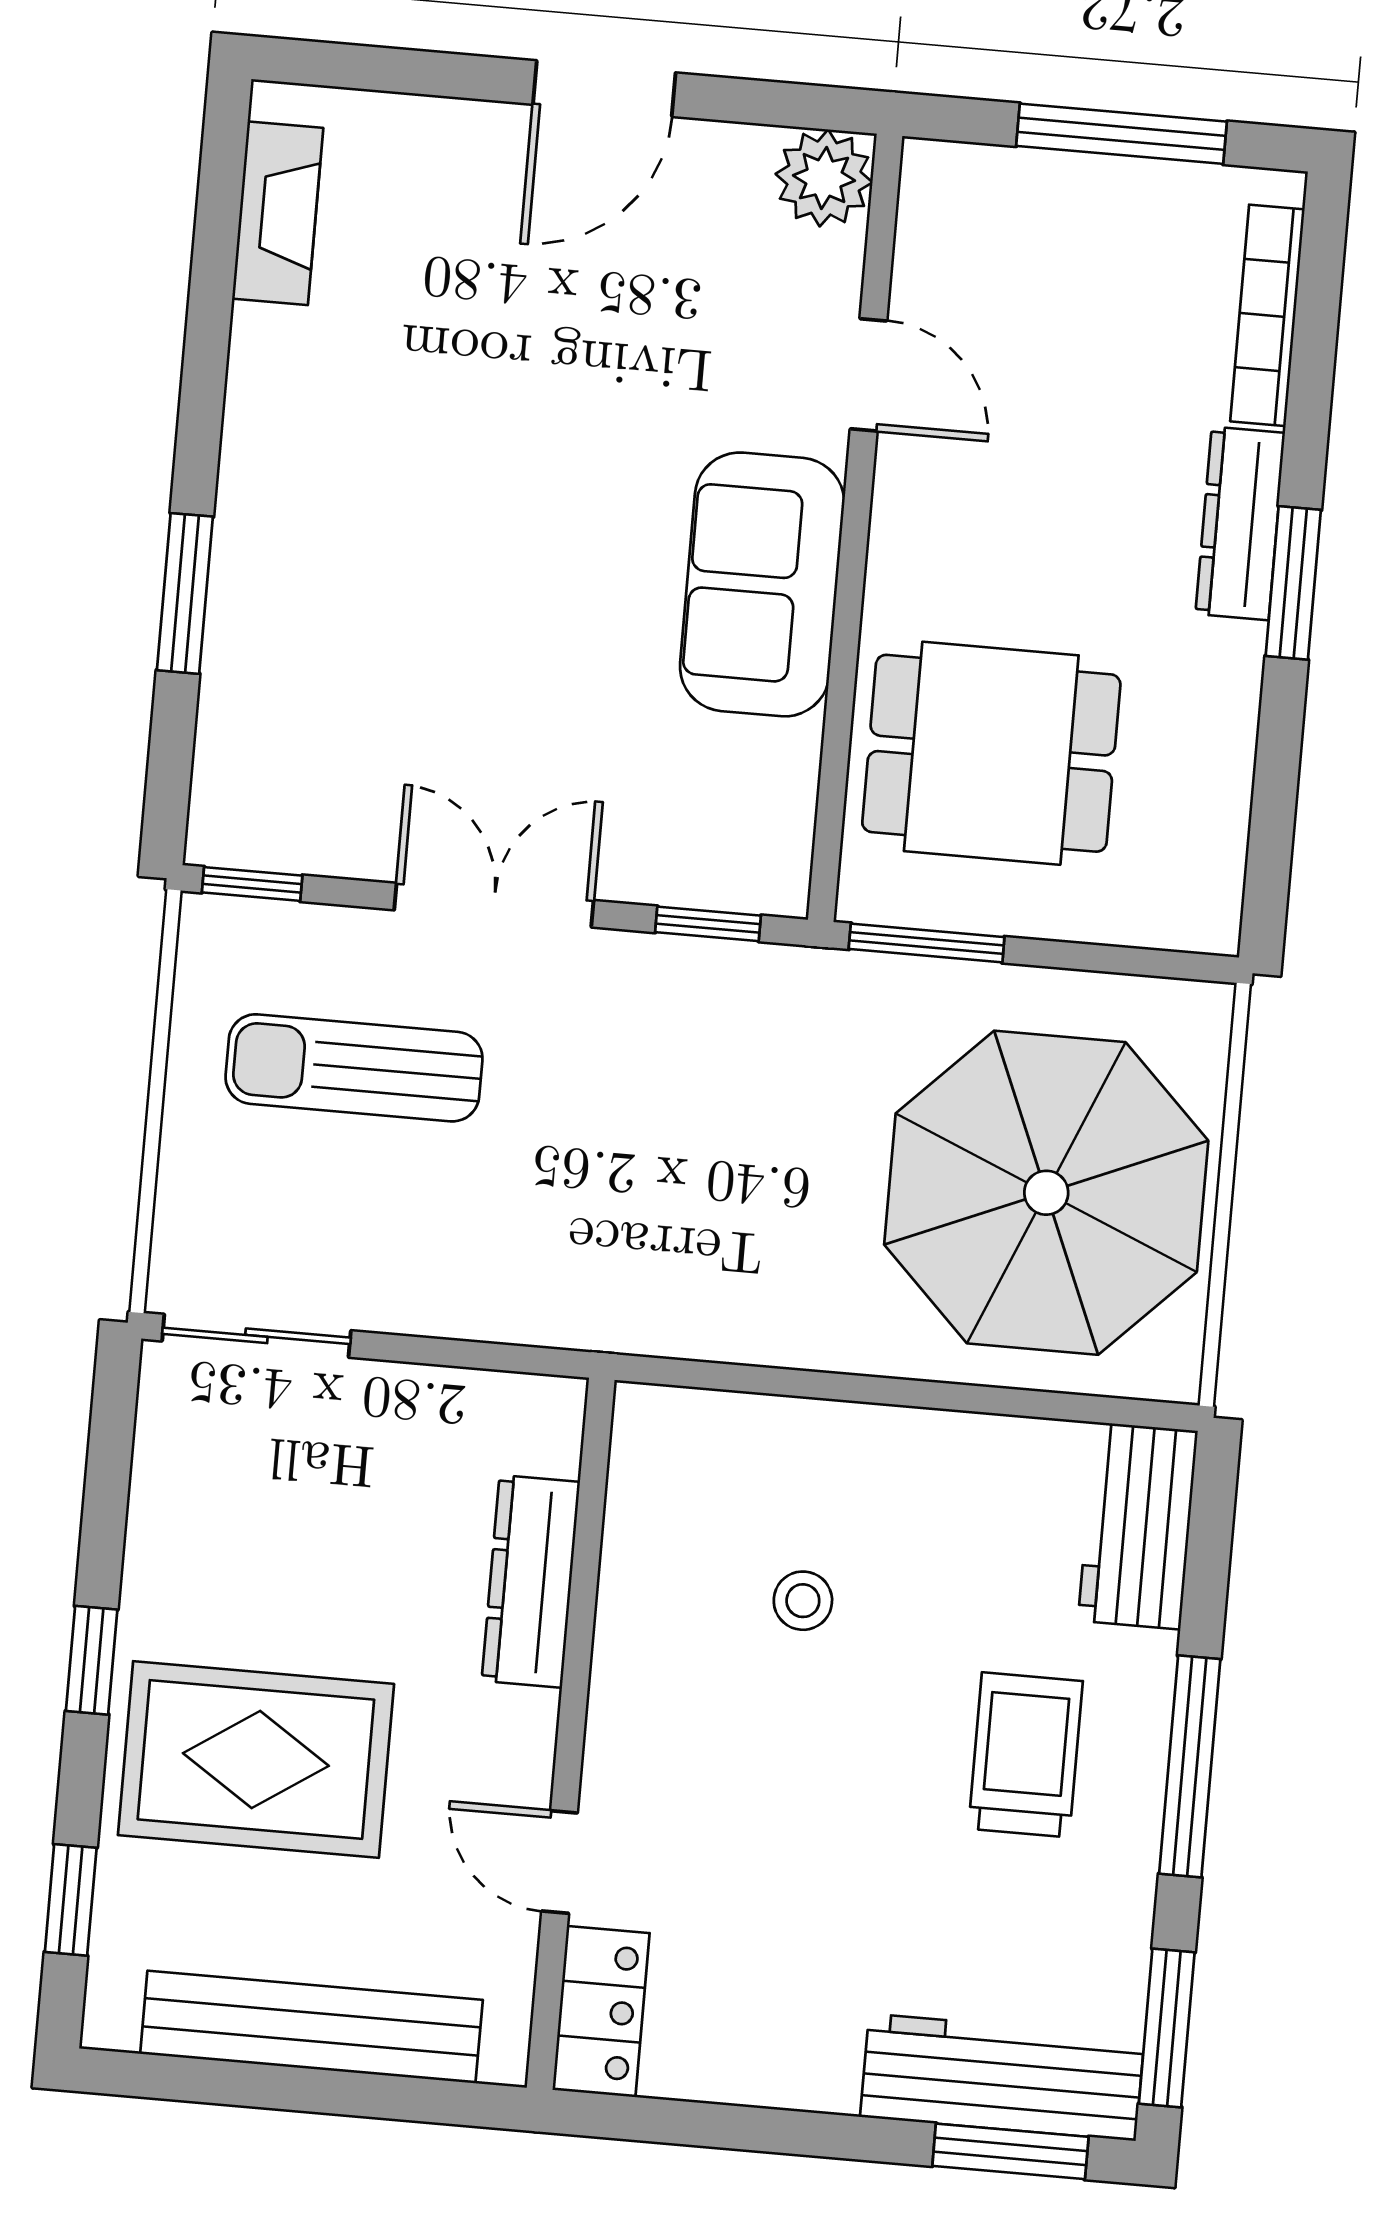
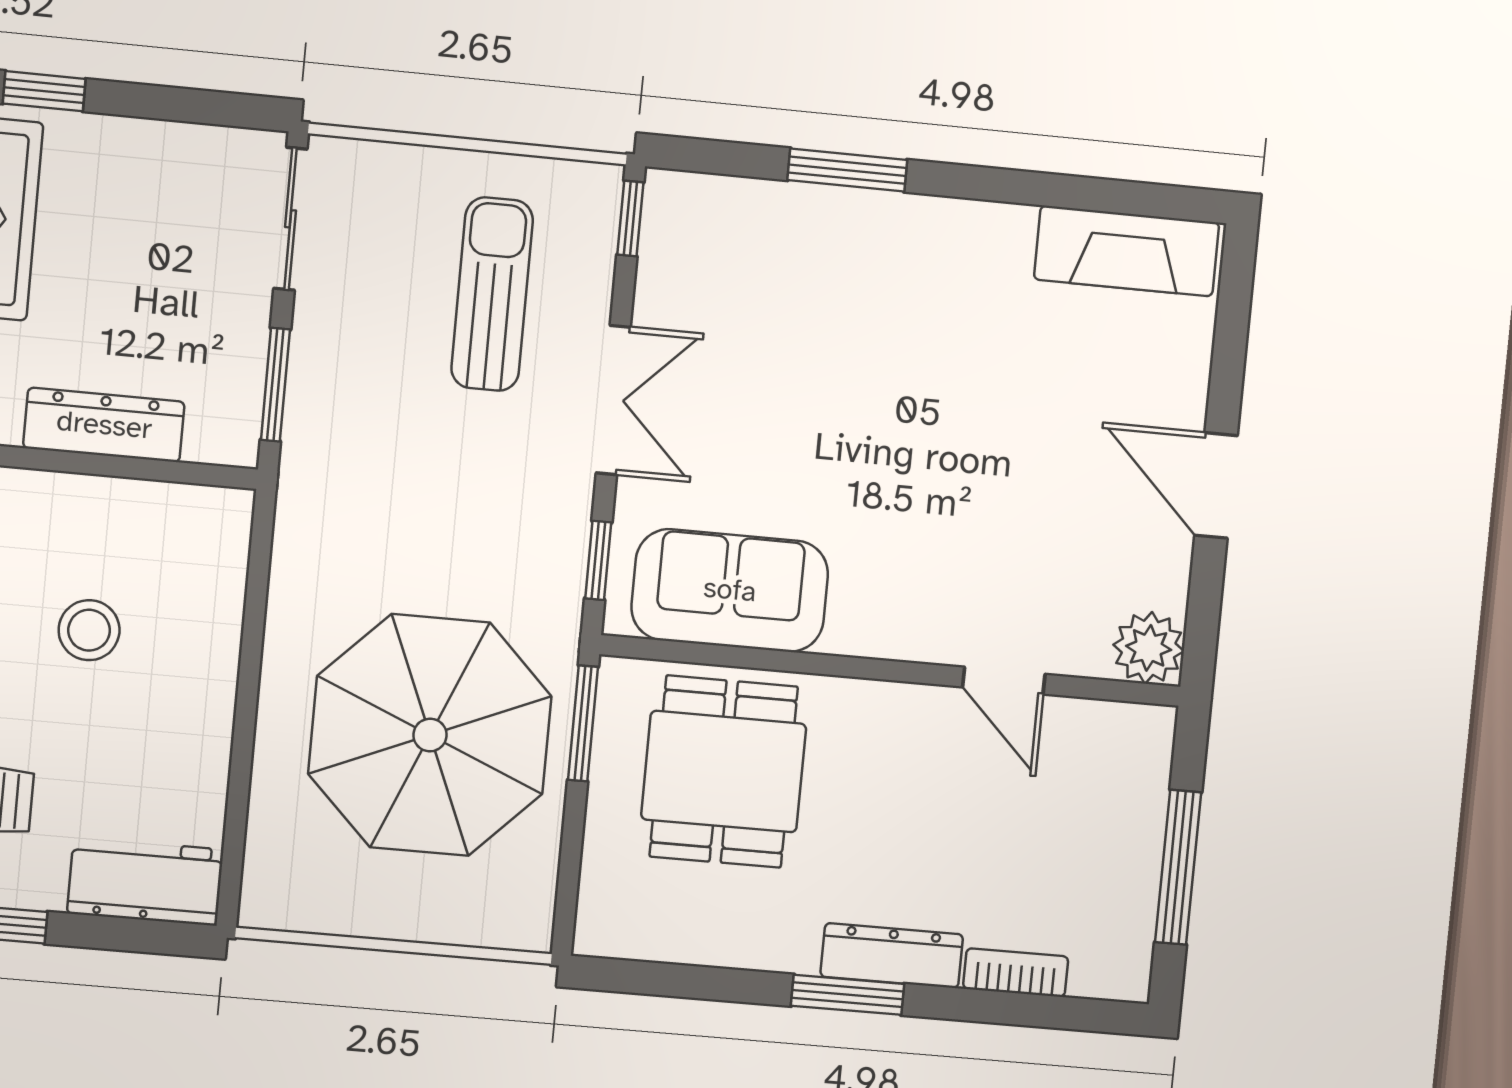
fireplace: (278, 213) -> (1127, 251), width x1.37, depth x1.32
bookcase: (1267, 315) -> (1016, 973), width x0.64
door: (868, 375) -> (1004, 681), hinge flipped
sofa: (762, 584) -> (730, 590), moved
parasol: (1046, 1193) -> (430, 735), moved
window: (476, 1355) -> (275, 385), added
stool: (803, 1601) -> (89, 630), width x1.37, depth x1.37

